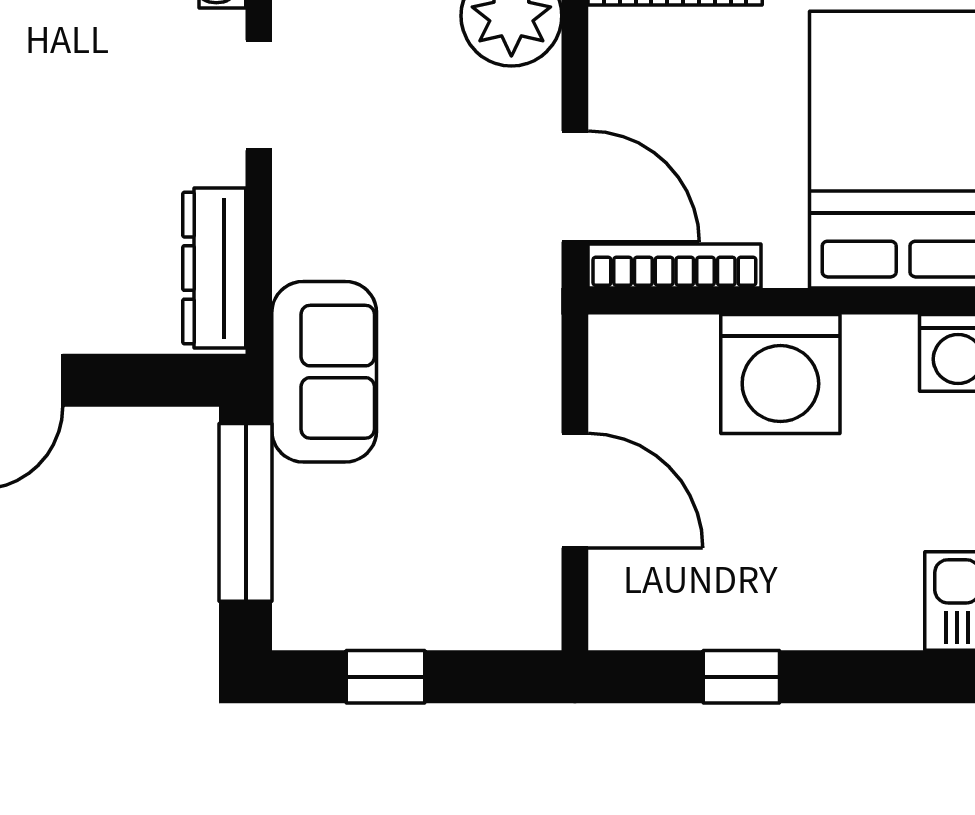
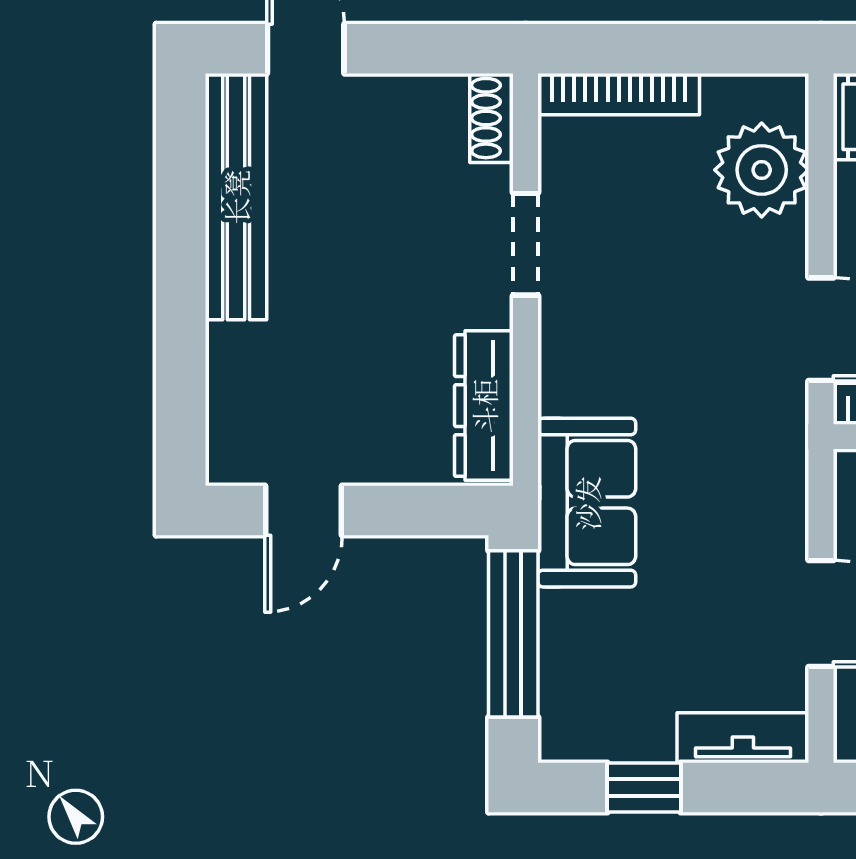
tv unit: (491, 624) -> (743, 738), added

